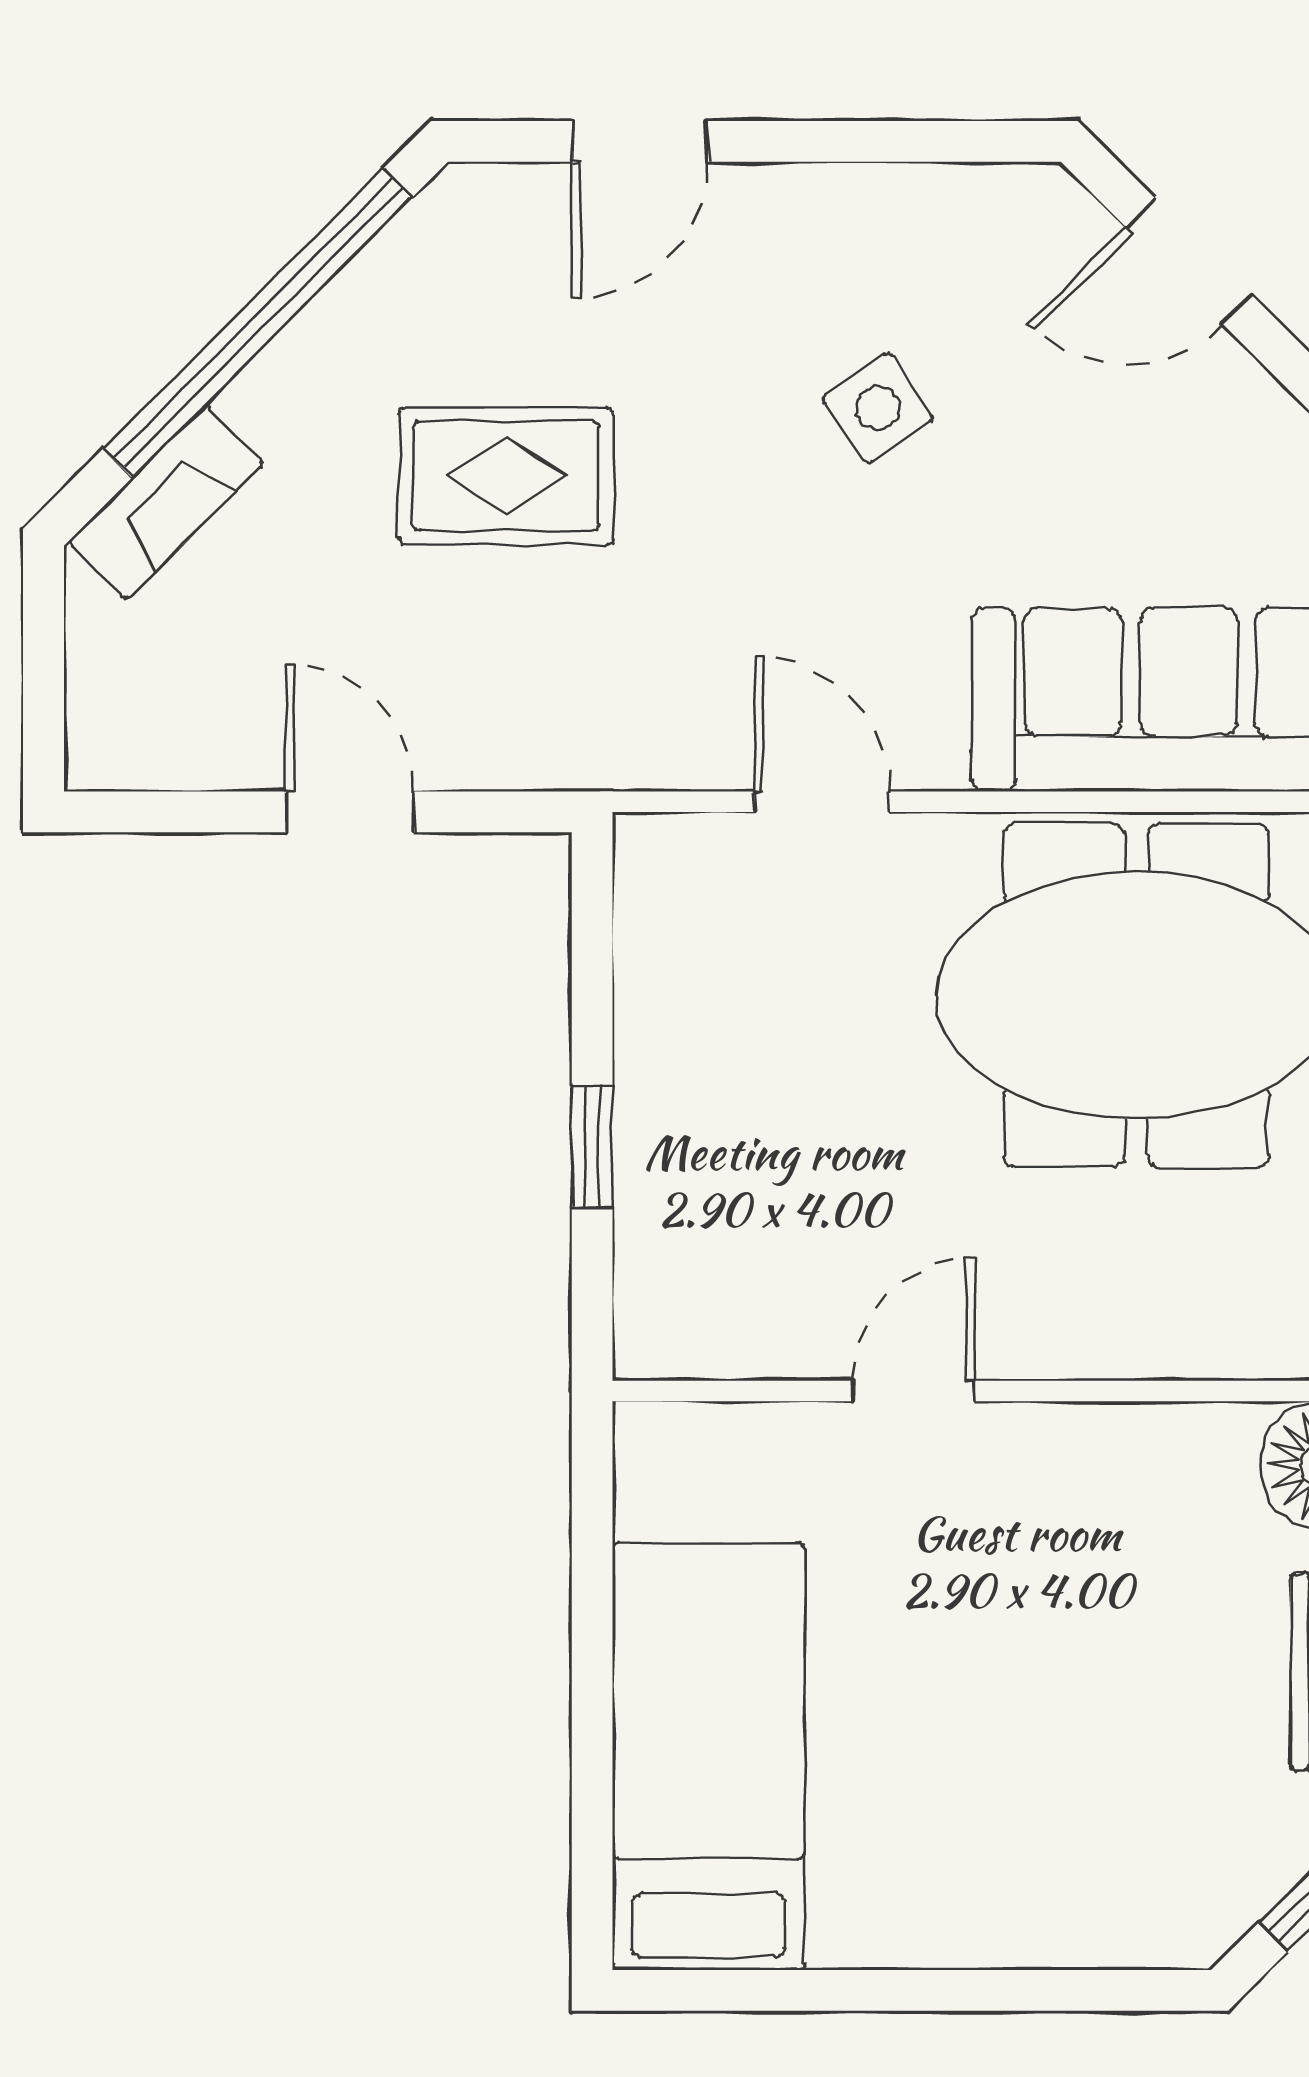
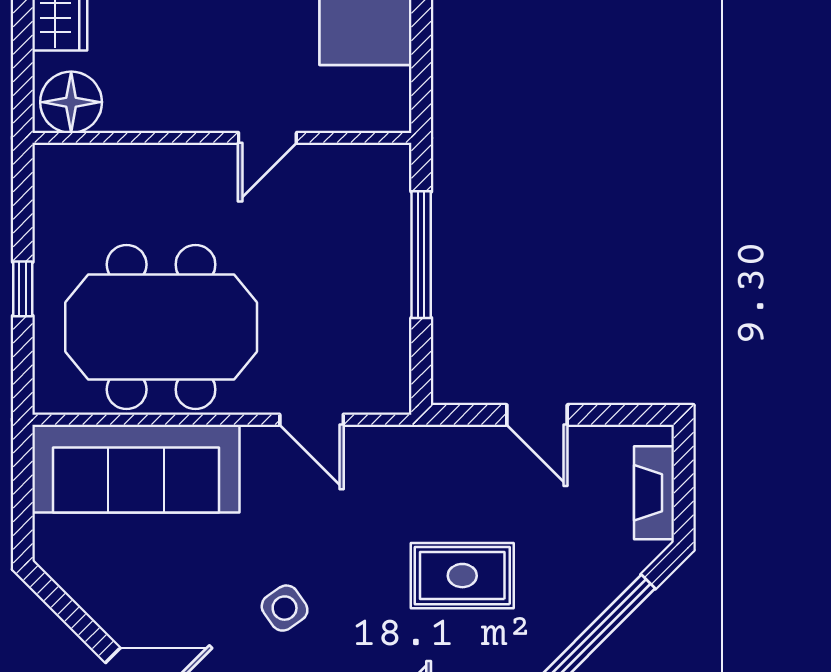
fireplace: (166, 502) -> (654, 493), moved, turned -45
window: (592, 1147) -> (421, 255), width x2.17

